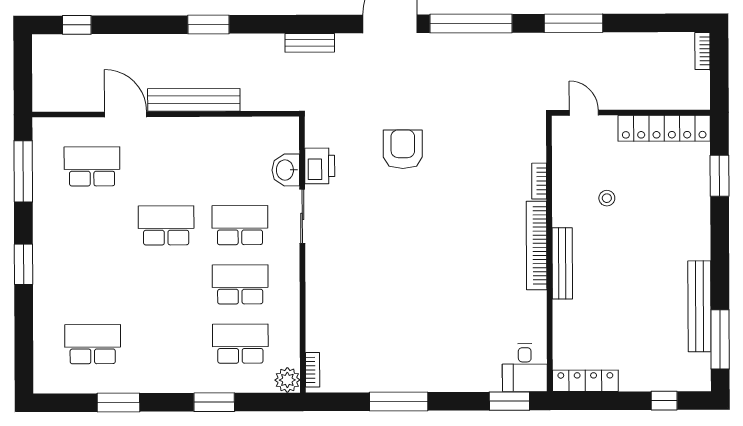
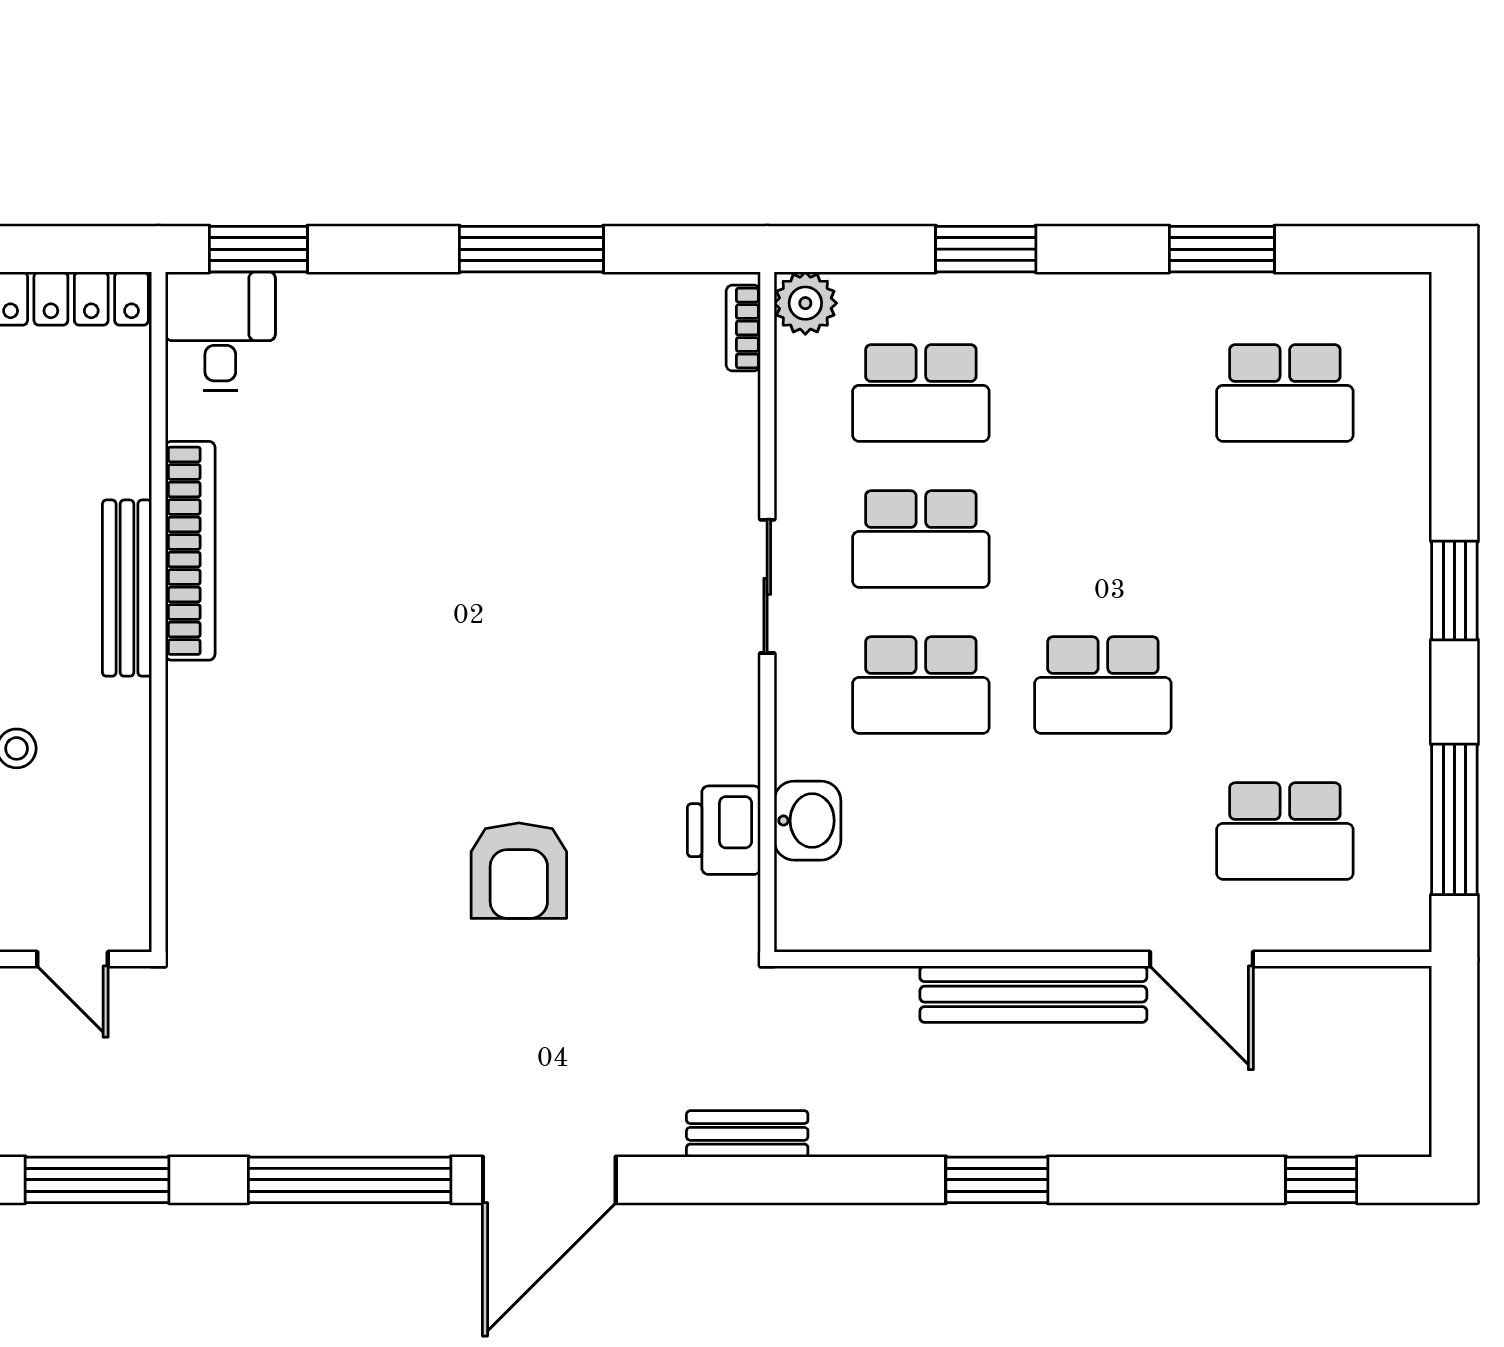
bookcase: (539, 181) -> (183, 791), removed
sliding door: (302, 216) -> (767, 586), moved
bookcase: (537, 245) -> (190, 551), moved

